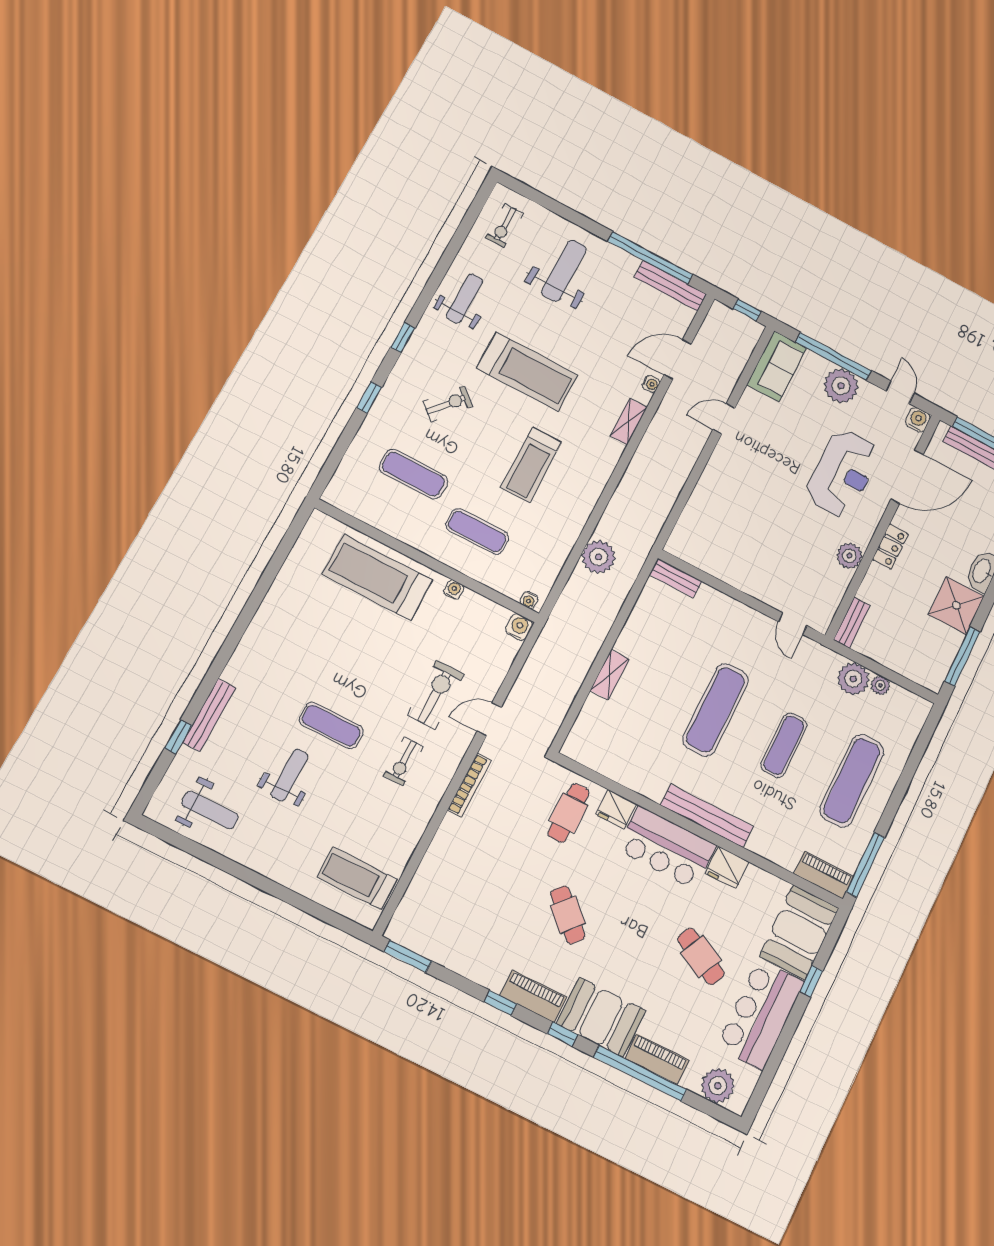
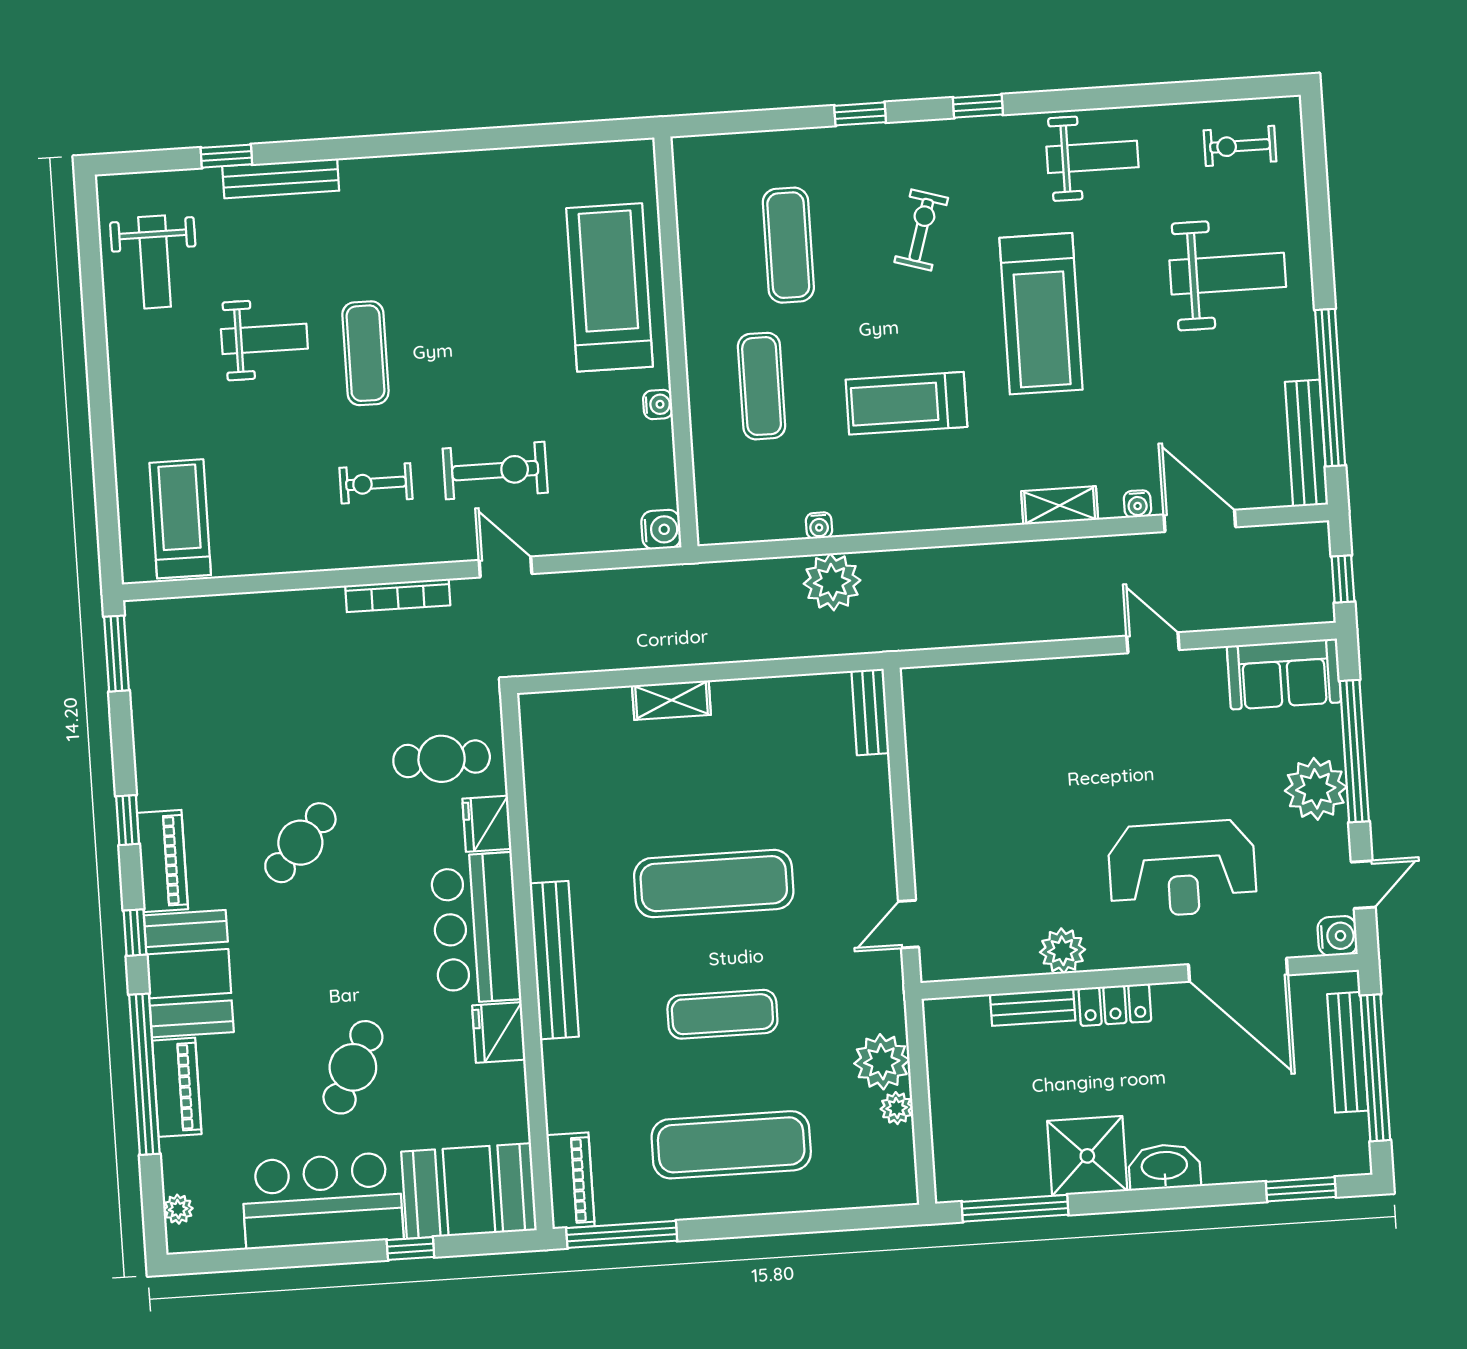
exercise bike: (448, 404) -> (921, 230), turned -113
water cooler: (529, 600) -> (819, 526), moved, turned -90
bench: (852, 623) -> (1033, 1007), moved
plant: (718, 1086) -> (178, 1209), width x0.53, depth x0.53

